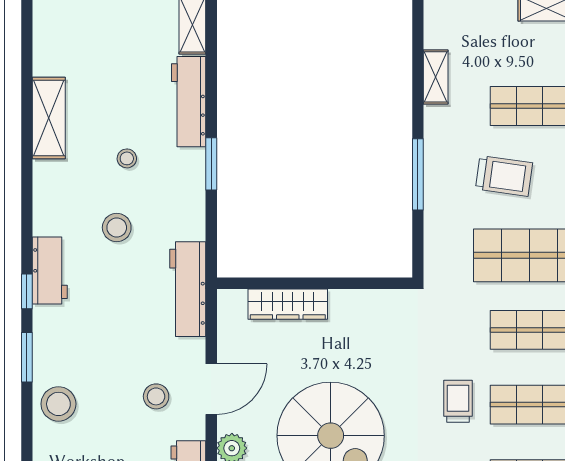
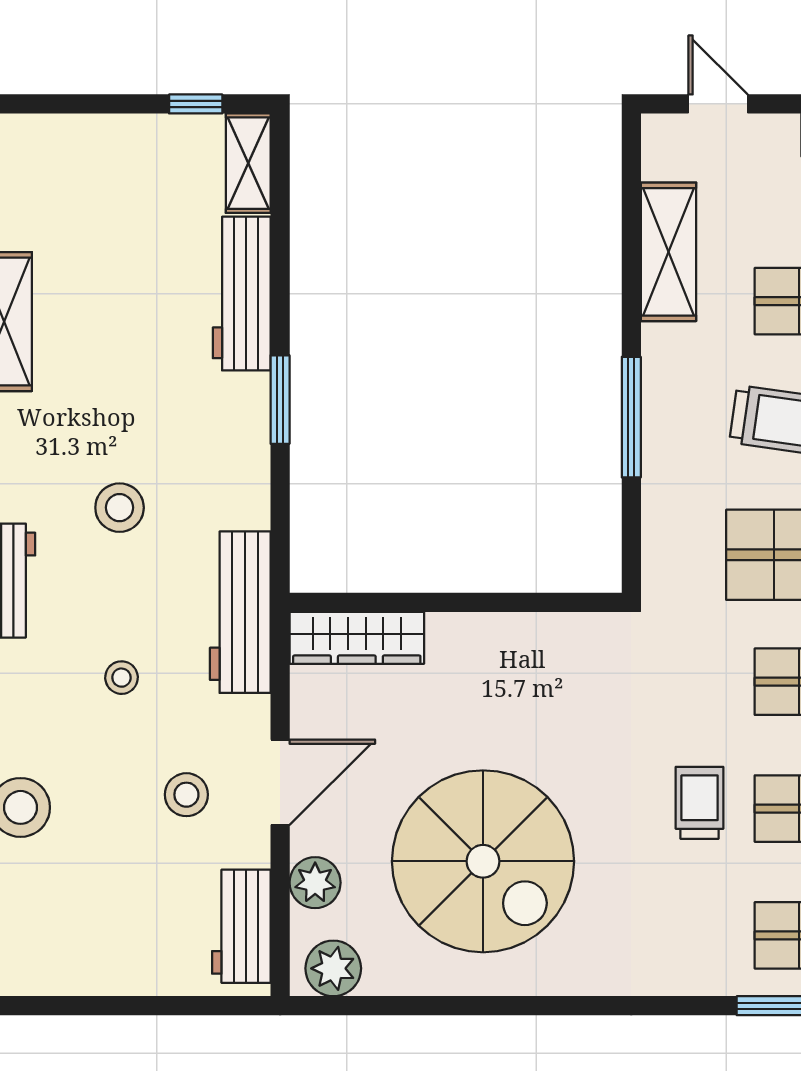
shelving: (436, 77) -> (668, 252), width x1.50, depth x1.33
stool: (127, 158) -> (122, 678), moved
wardrobe: (288, 304) -> (357, 638), moved

